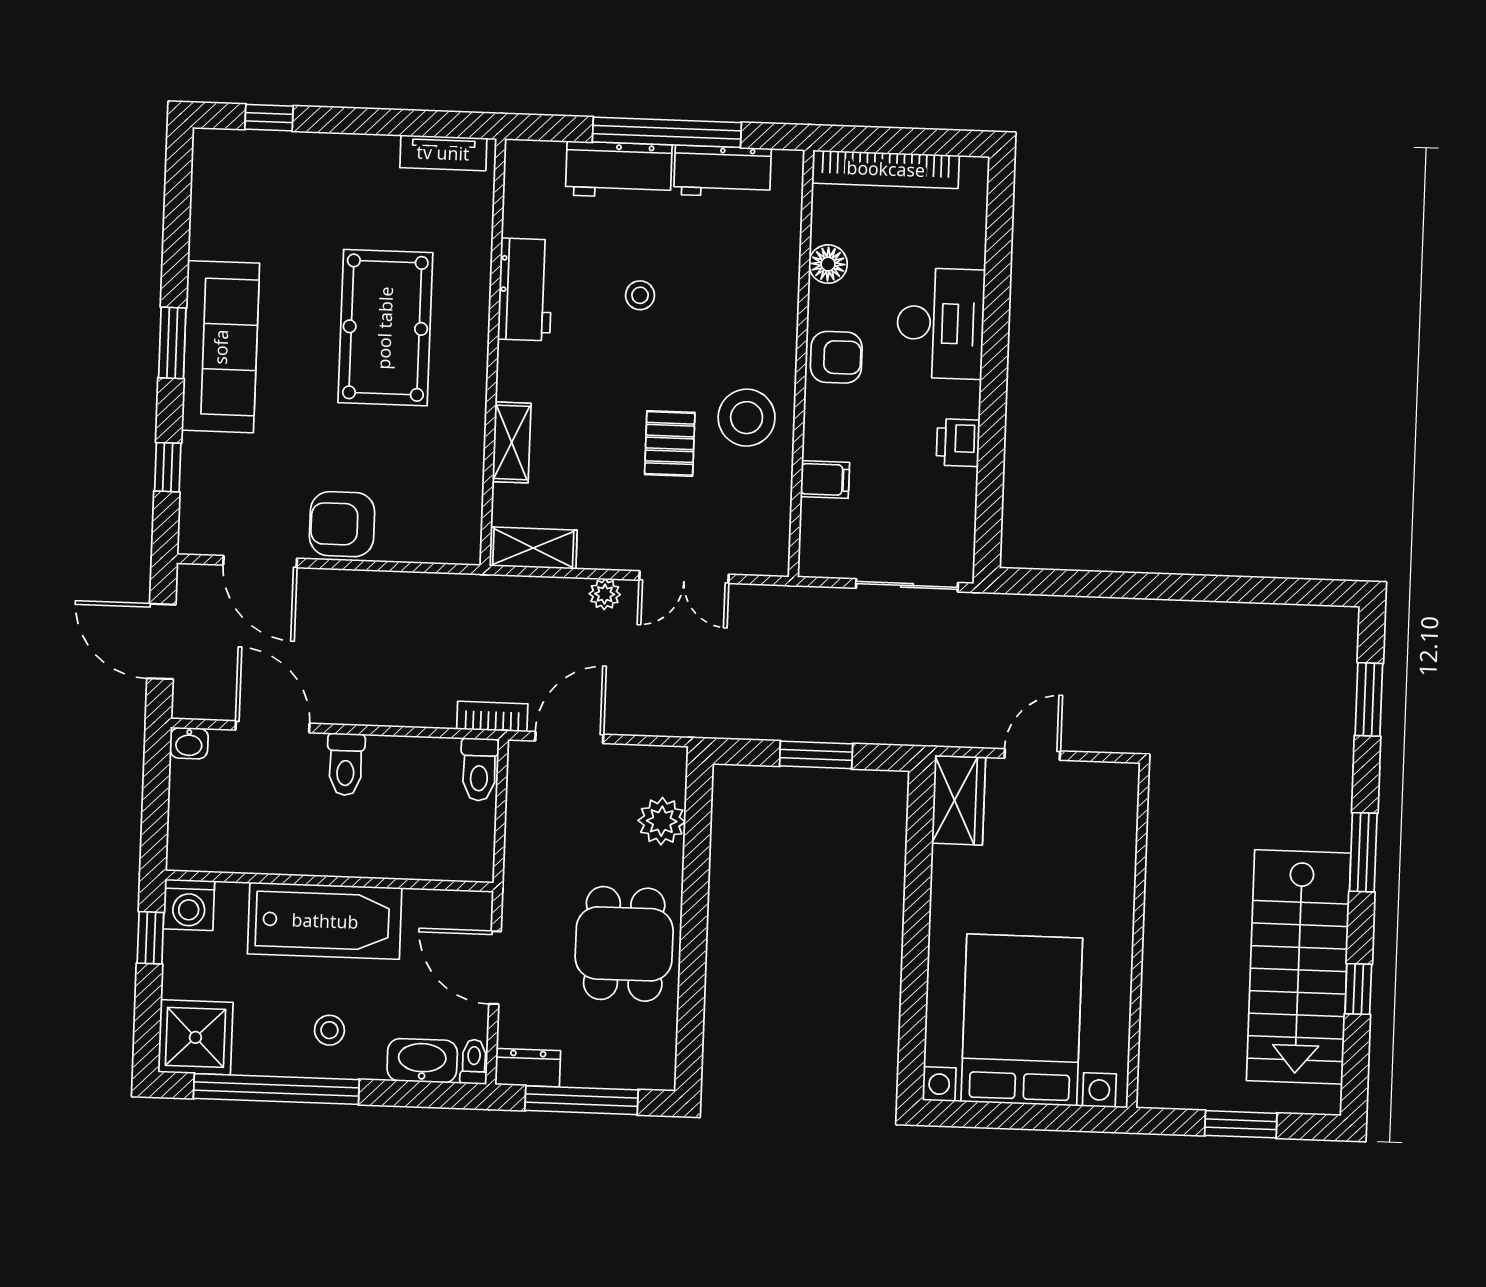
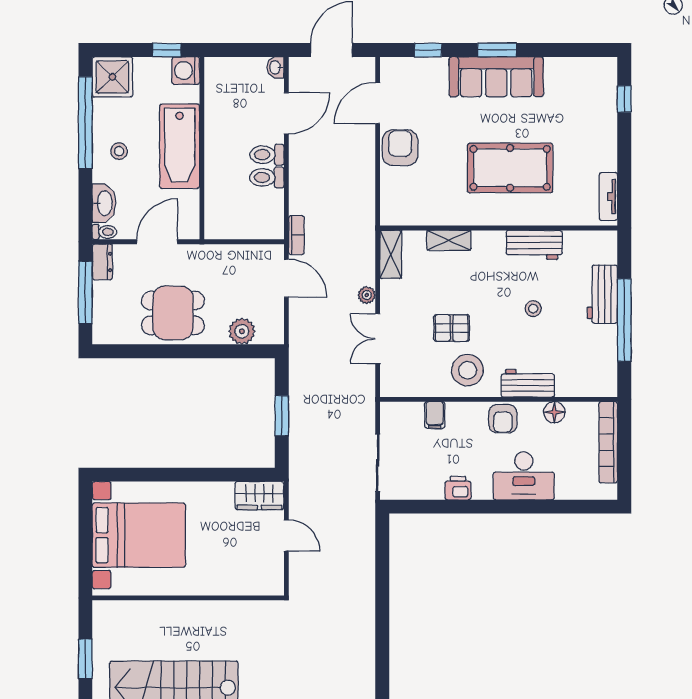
workbench: (723, 171) -> (528, 383), moved, turned 90
toilet: (479, 770) -> (267, 177), moved

